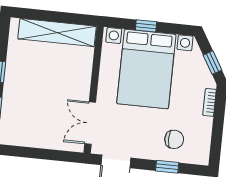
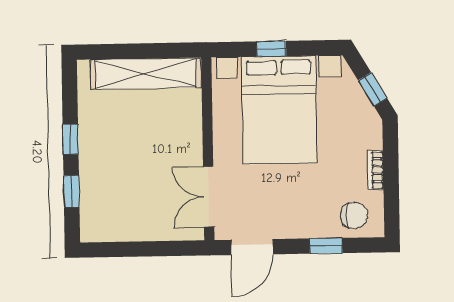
bookcase: (209, 102) -> (375, 170), moved
chair: (174, 139) -> (354, 215), moved

